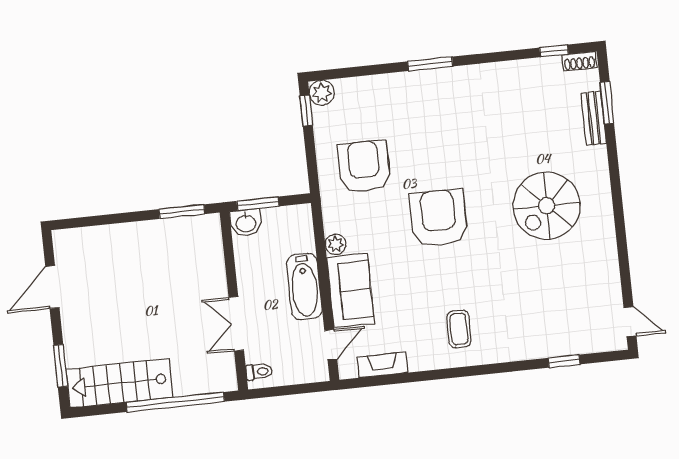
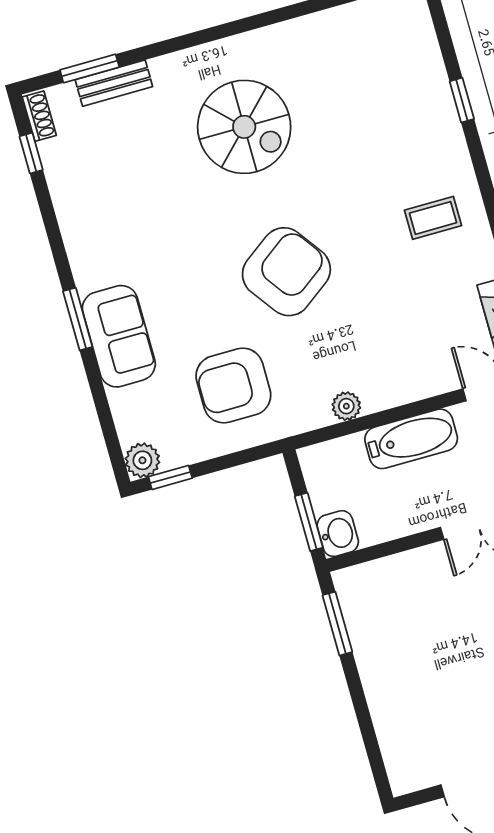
armchair: (438, 218) -> (286, 272), turned 144
sofa: (350, 291) -> (119, 336), moved, turned 90
window: (564, 361) -> (462, 100), moved

